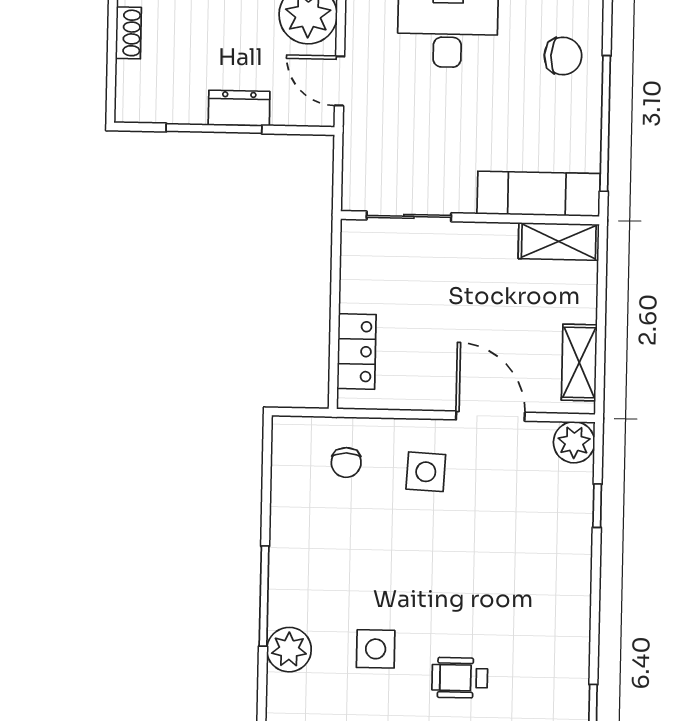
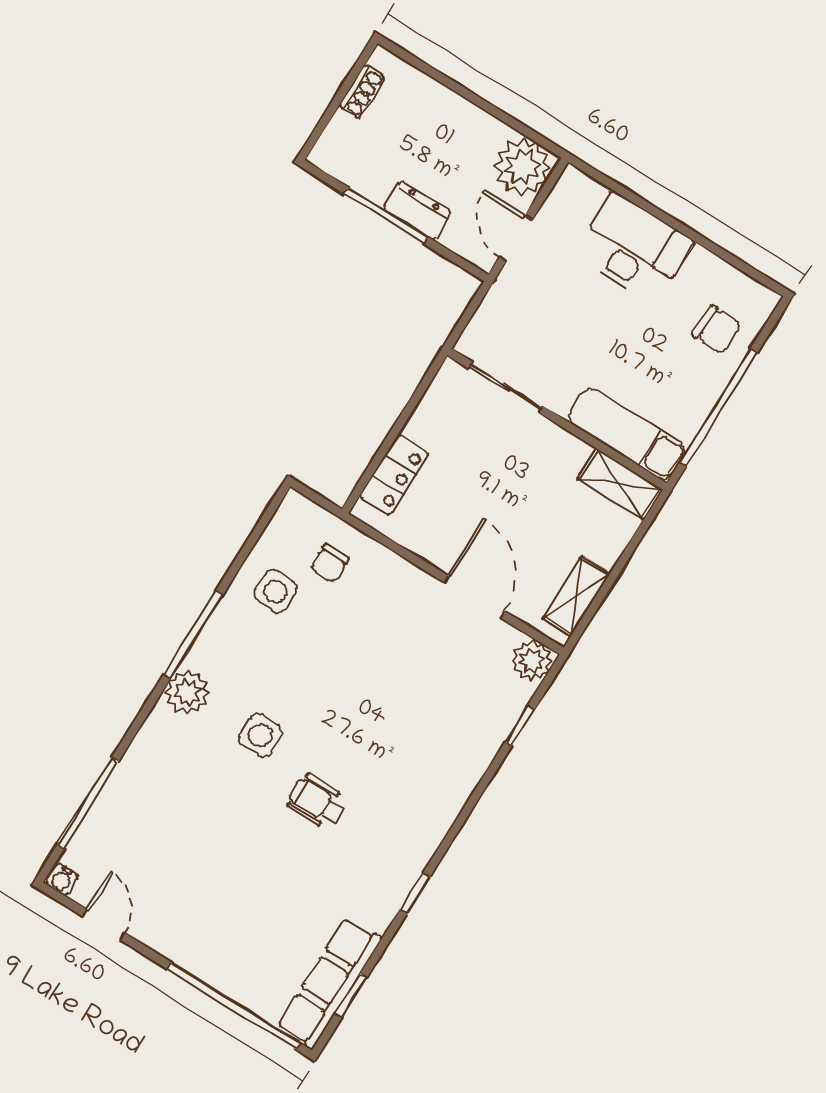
side table: (426, 472) -> (275, 591), moved

